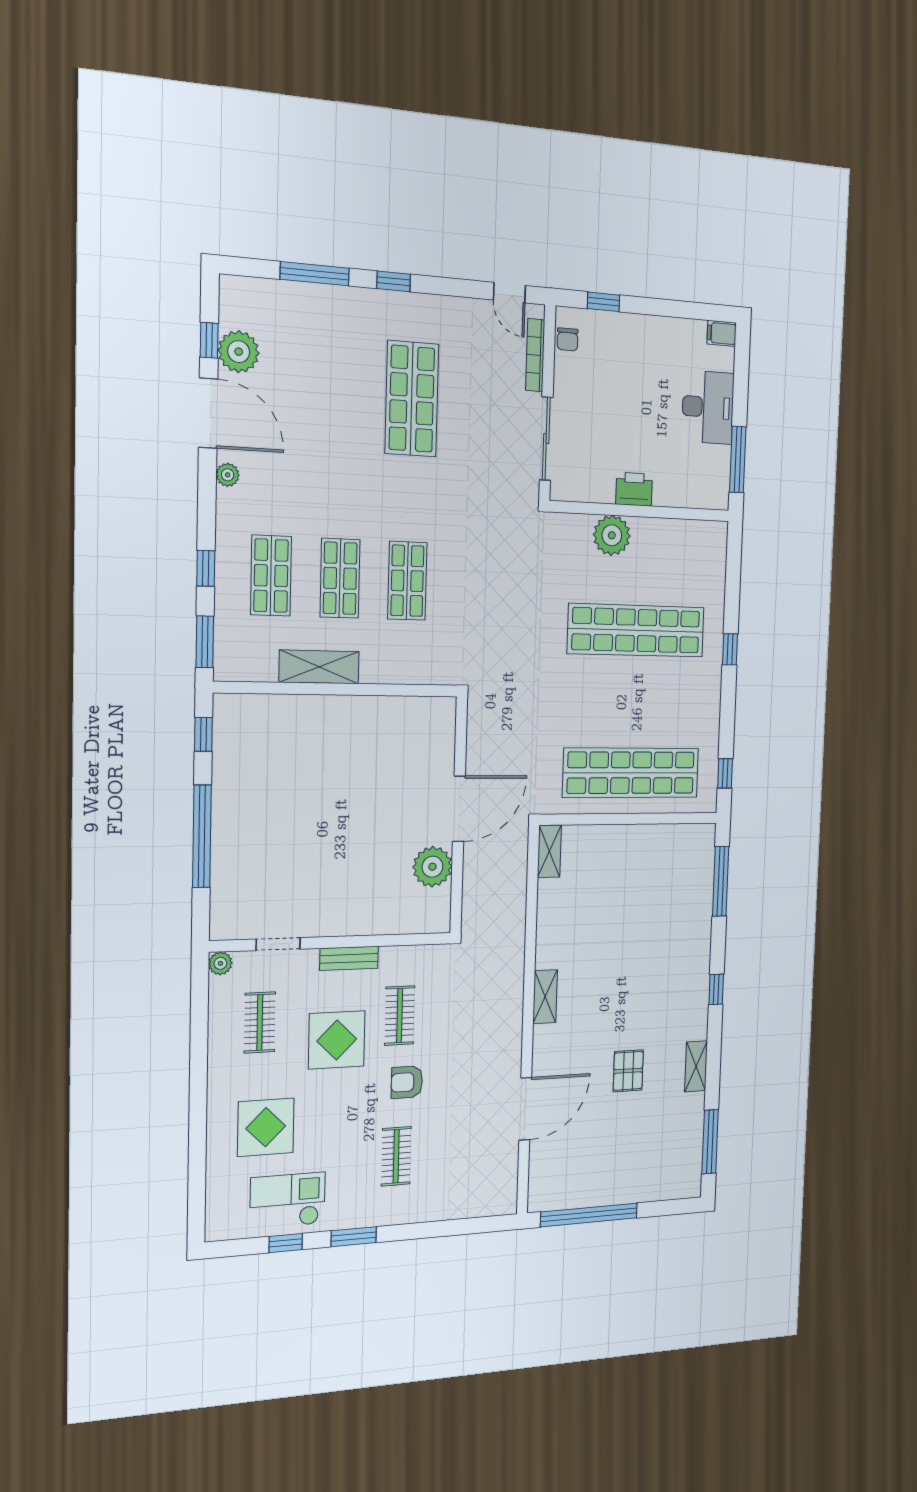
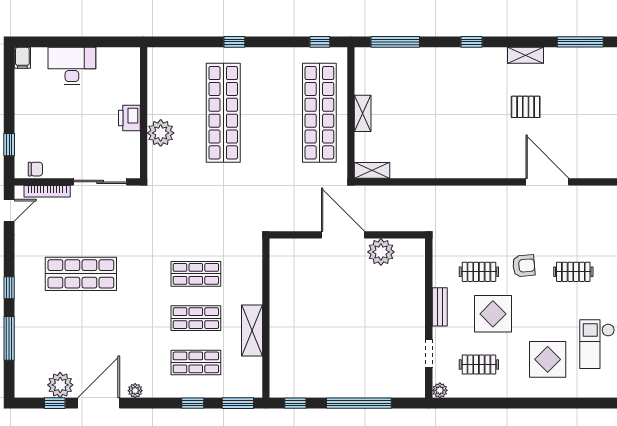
window: (738, 460) -> (105, 42), removed
shelving: (545, 997) -> (363, 113), moved, turned 90
armchair: (407, 1082) -> (524, 266), turned -95

